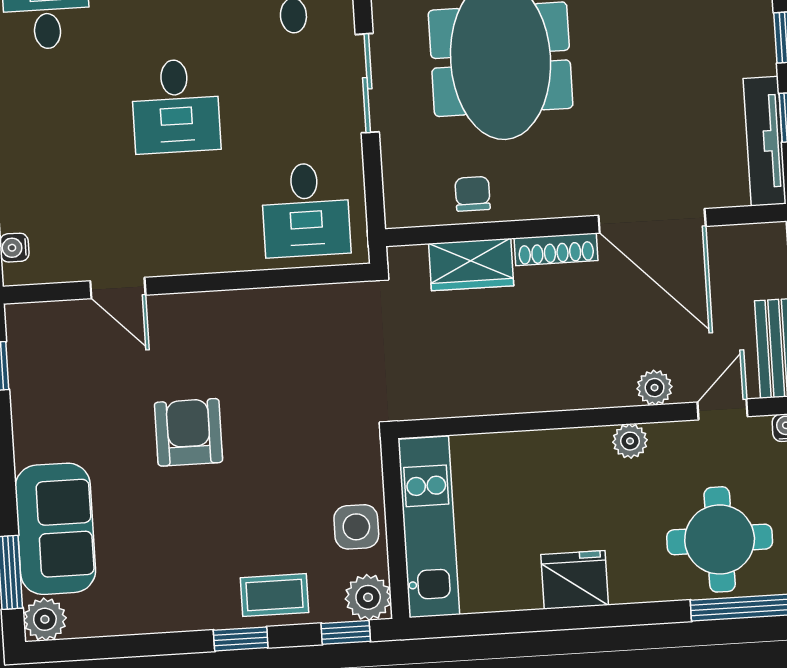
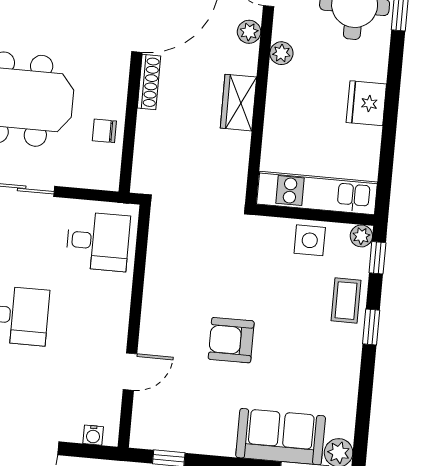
wardrobe: (471, 265) -> (238, 103), moved, turned 180
plant: (368, 597) -> (361, 236), width x0.73, depth x0.73

